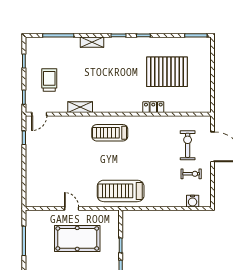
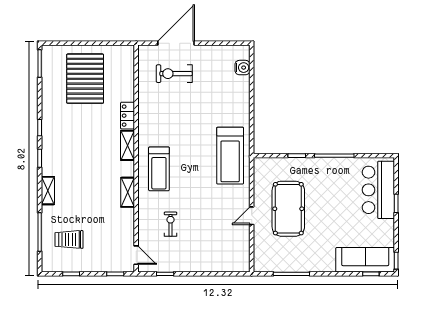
pallet: (167, 72) -> (85, 79), moved
trolley: (49, 80) -> (69, 239), moved
shelving: (80, 107) -> (128, 192), moved
shelving: (129, 107) -> (128, 145), added
exercise bike: (191, 174) -> (171, 224), moved

